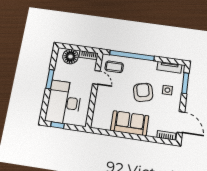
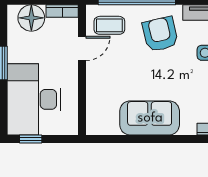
door: (96, 77) -> (82, 48), hinge flipped
armchair: (143, 92) -> (160, 34), moved

